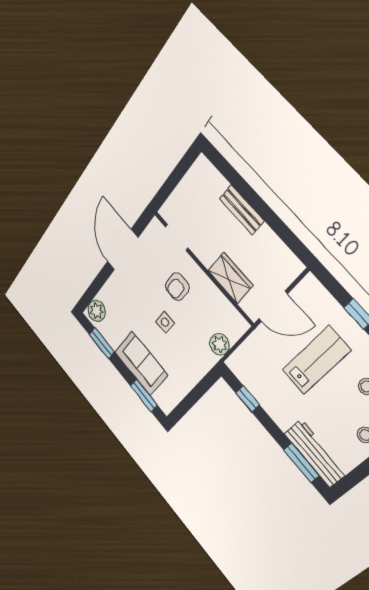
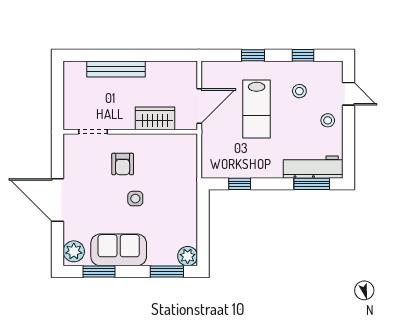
bench: (242, 210) -> (116, 69), width x1.36
door: (123, 250) -> (58, 200), moved
plant: (220, 344) -> (188, 256), moved
lab bench: (316, 360) -> (257, 109), turned 180
sofa: (141, 364) -> (119, 250), moved

